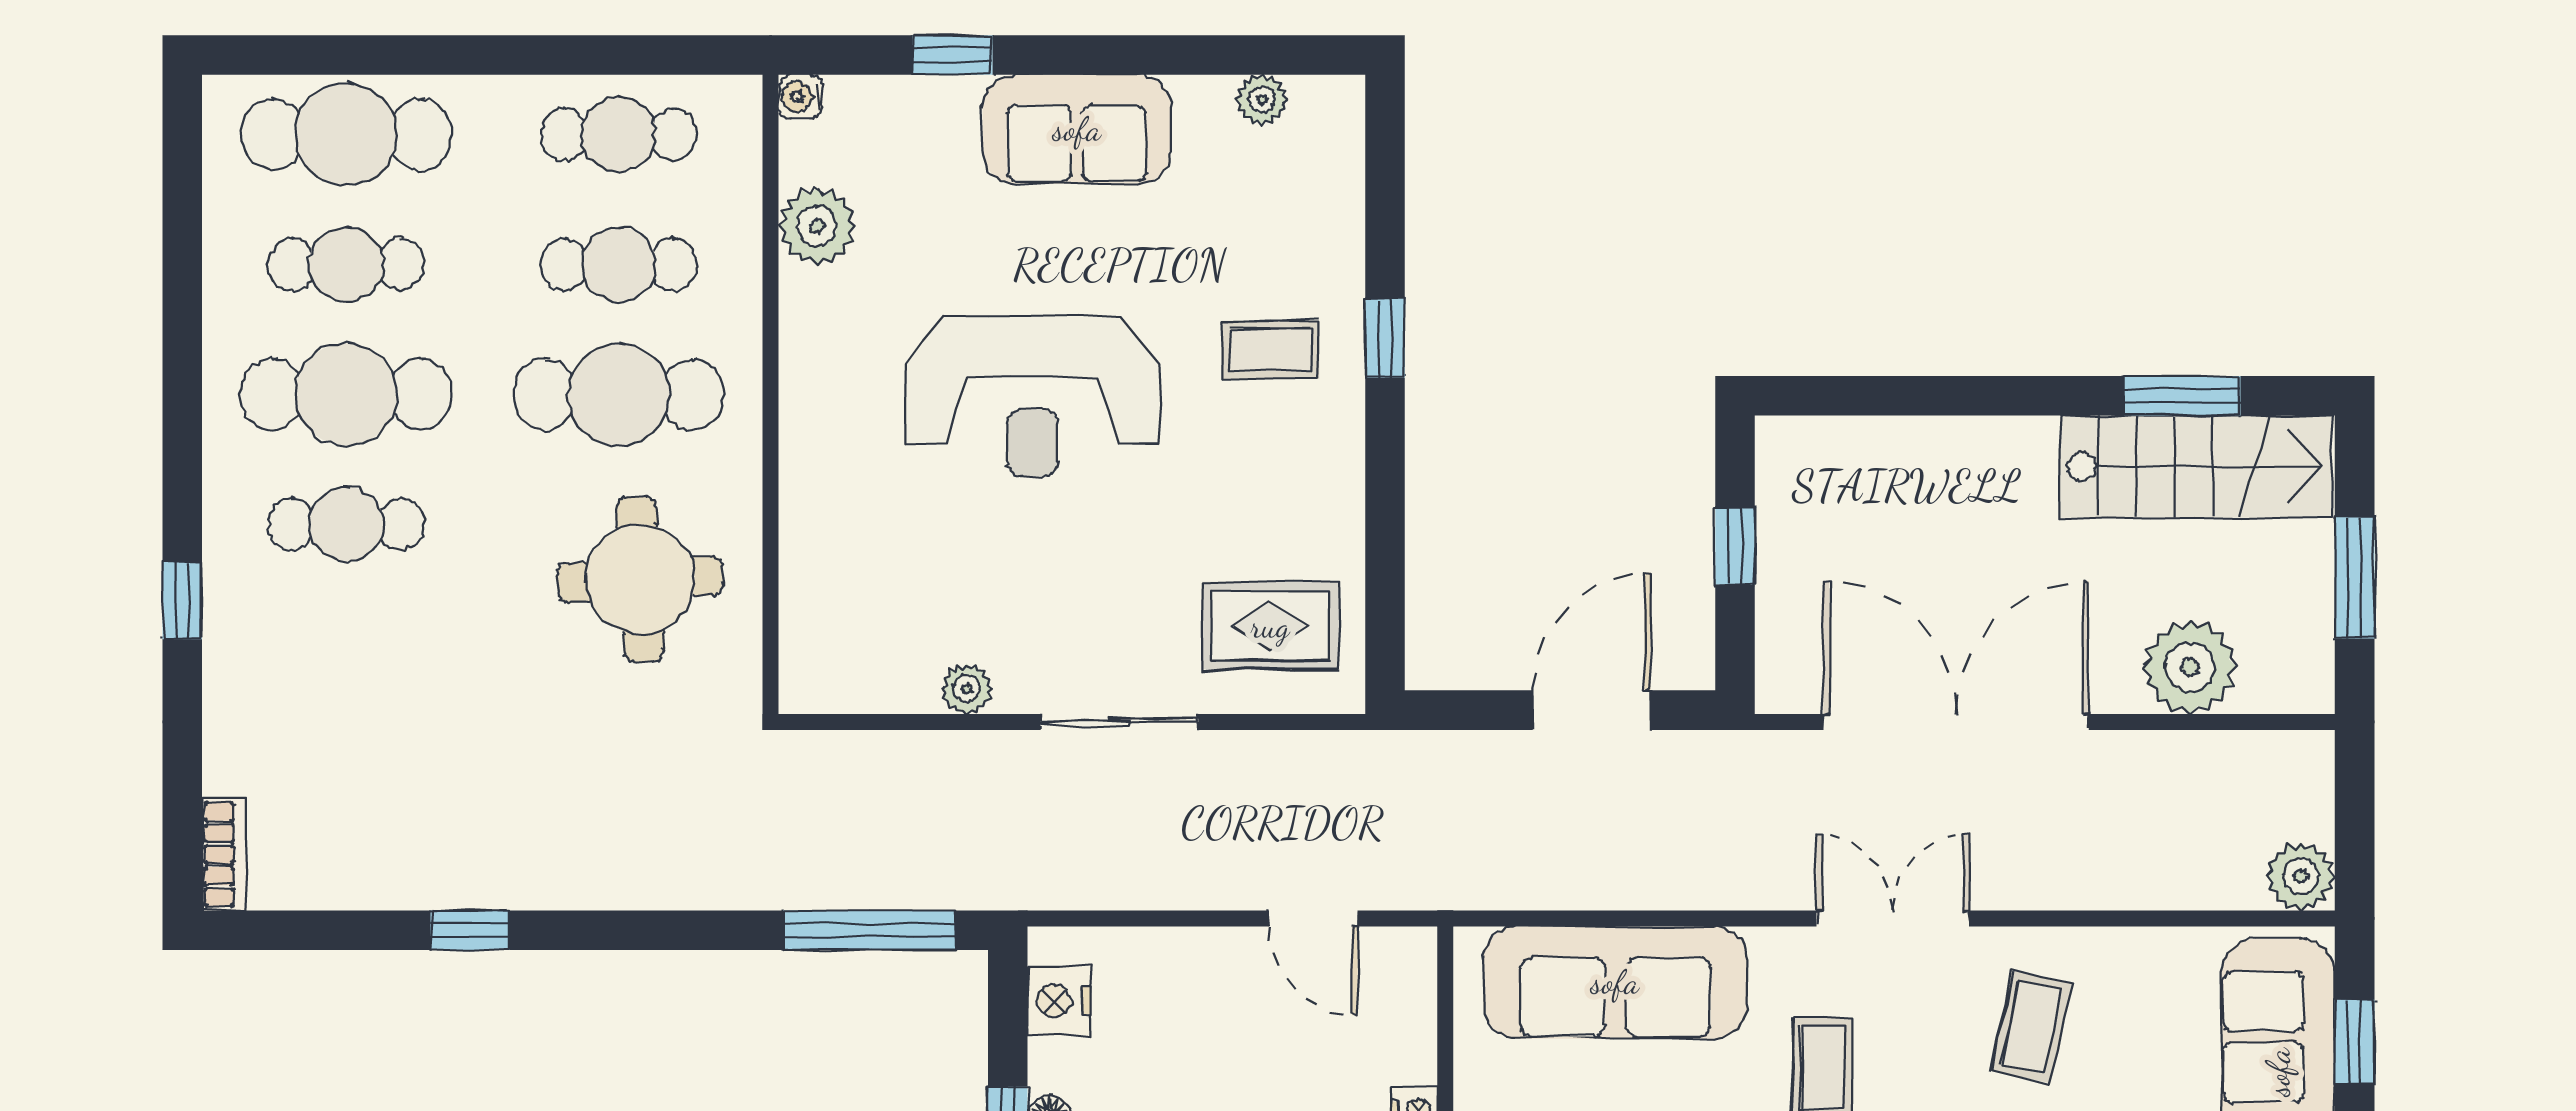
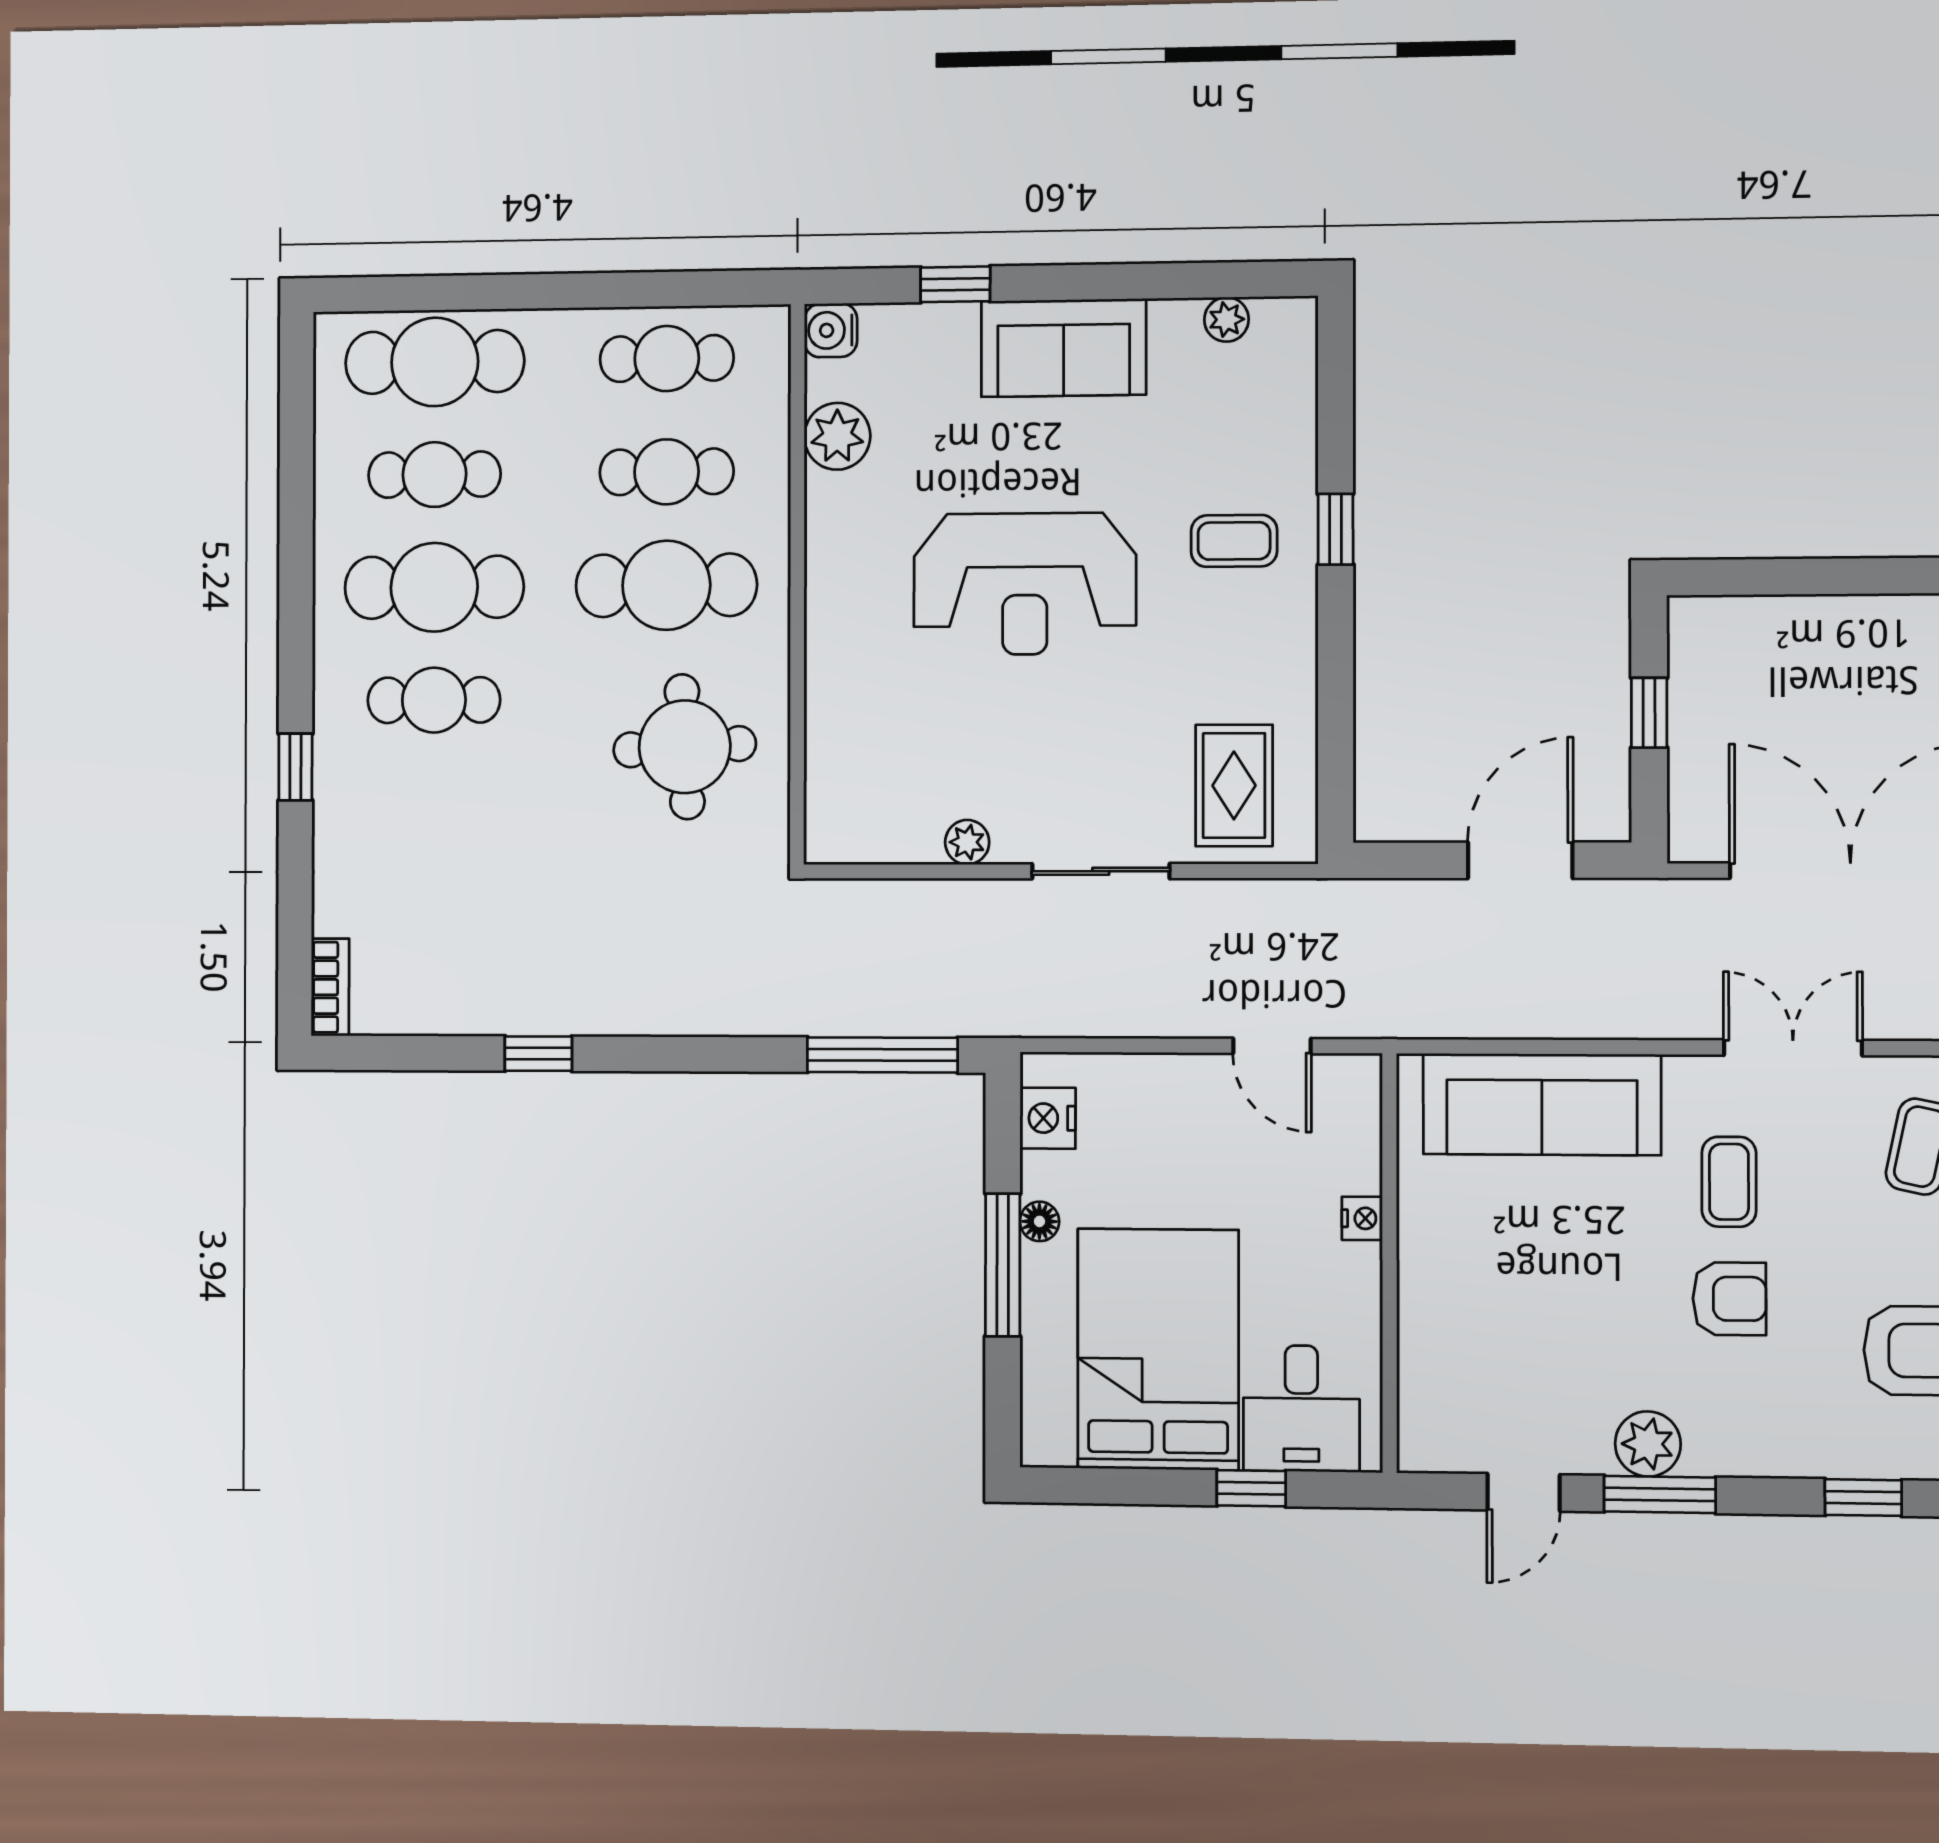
water cooler: (801, 97) -> (831, 330), width x1.38, depth x1.38
rug: (1270, 626) -> (1234, 785), turned 90

